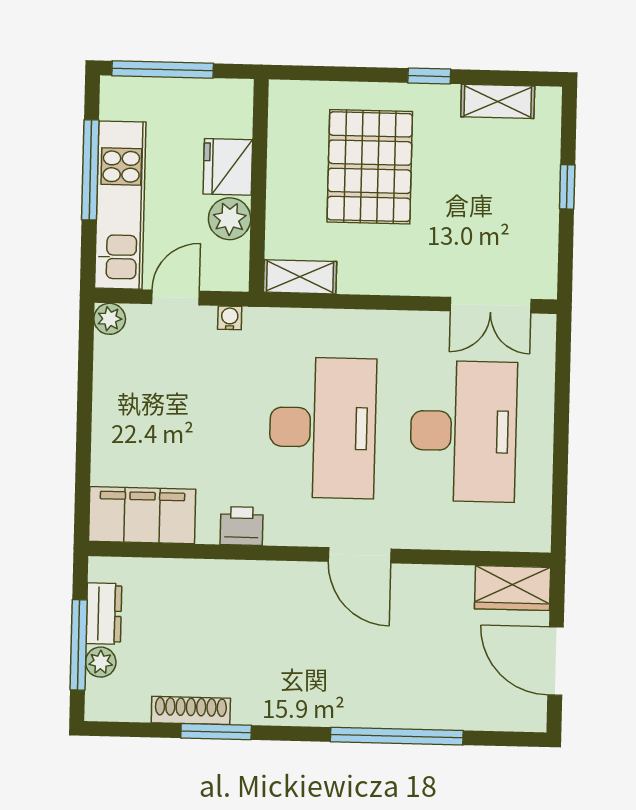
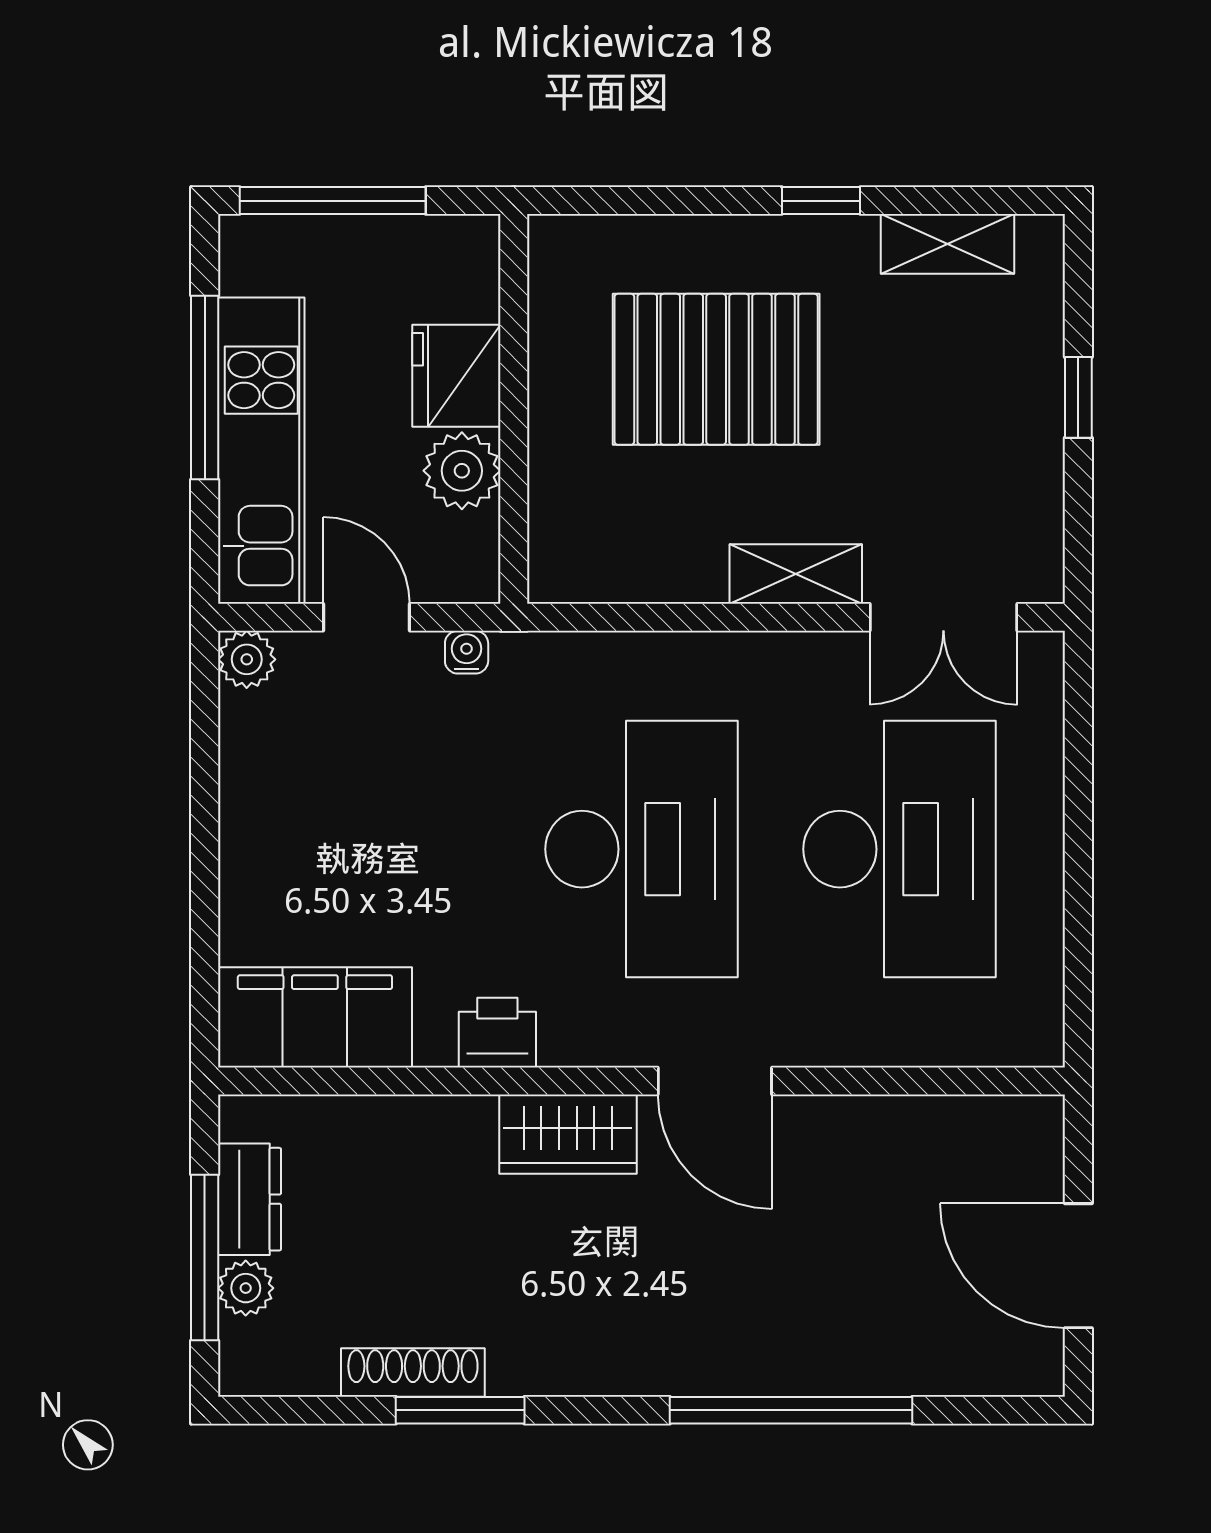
pallet: (370, 167) -> (716, 369), turned 90
shelving: (300, 277) -> (796, 574), moved
door: (176, 297) -> (366, 617), hinge flipped
wardrobe: (513, 588) -> (568, 1134), moved

